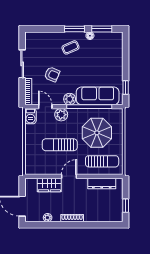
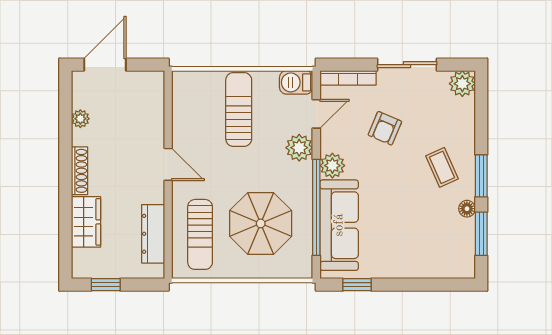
plant: (31, 38) -> (462, 84), added
sun lounger: (60, 145) -> (239, 109), moved
wardrobe: (49, 185) -> (86, 222), moved, turned 180

